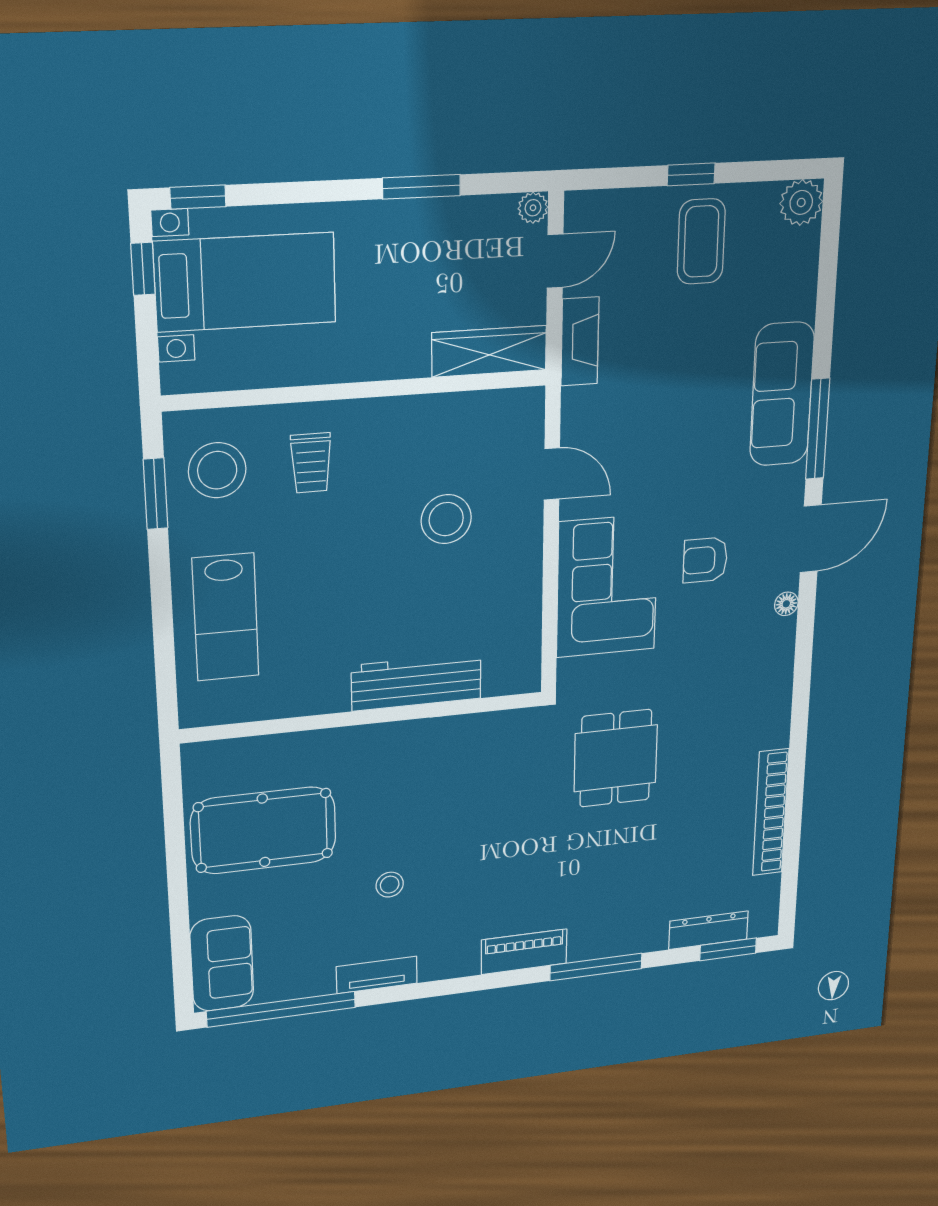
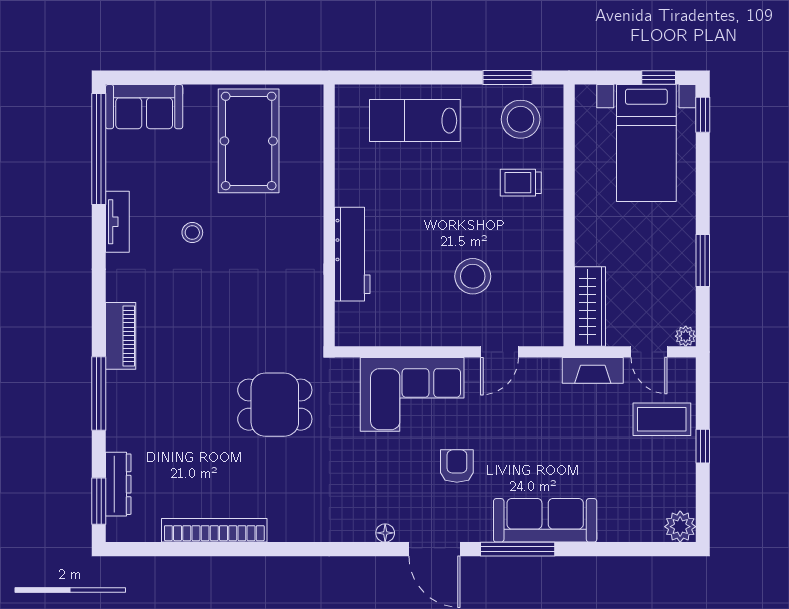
coffee table: (701, 242) -> (662, 419), moved
armchair: (705, 560) -> (457, 466), moved

